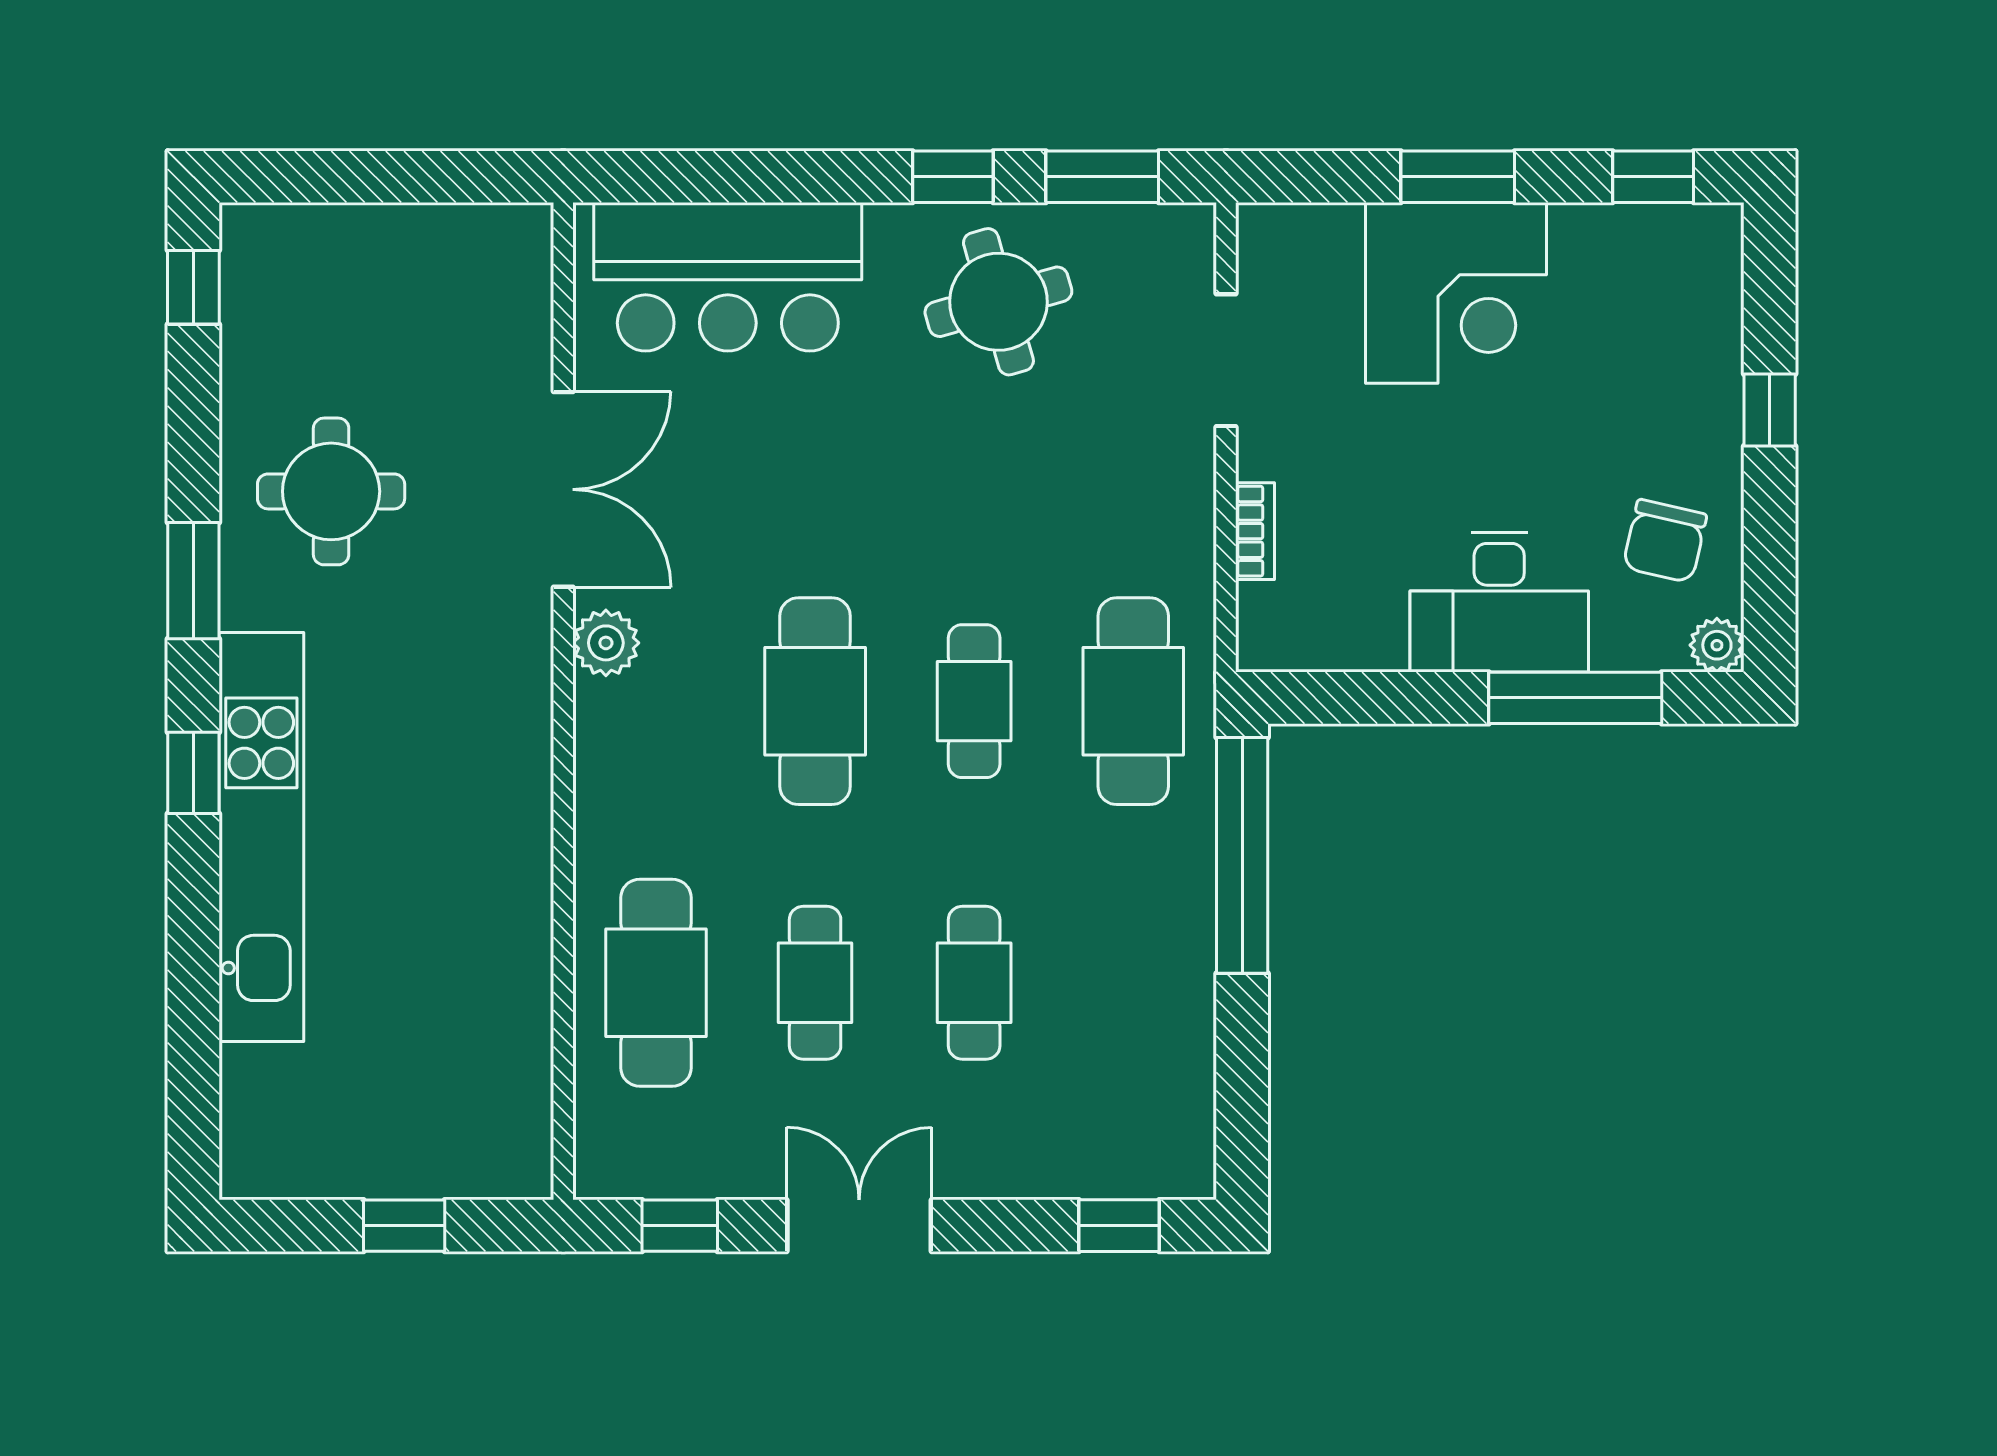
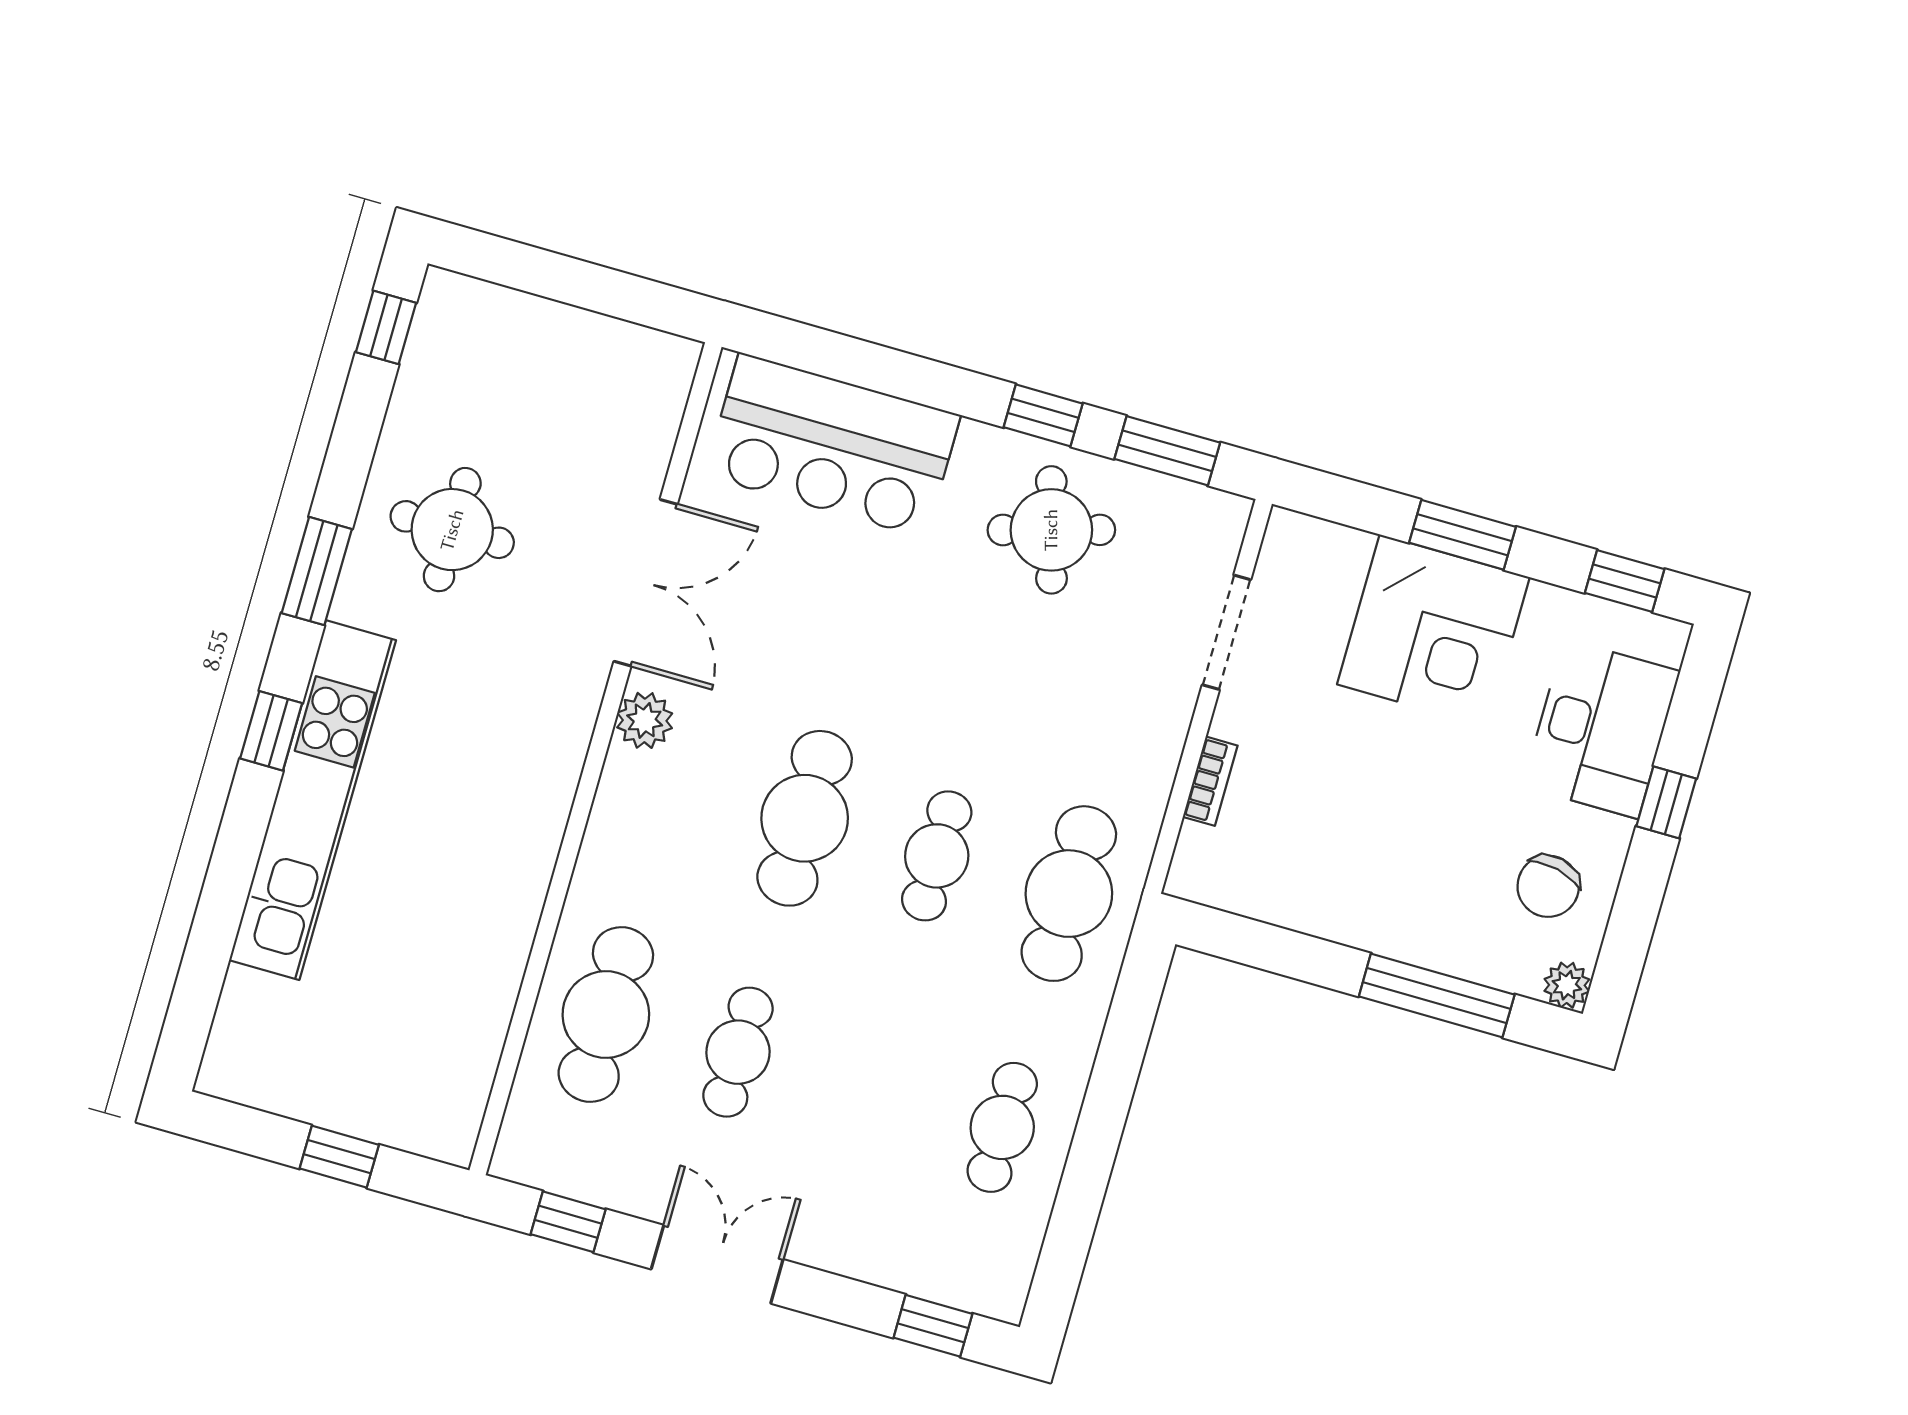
desk: (1499, 602) -> (1601, 729), moved, turned -90
window: (1242, 855) -> (1123, 1047), removed
cafe table: (974, 983) -> (1002, 1127), moved

